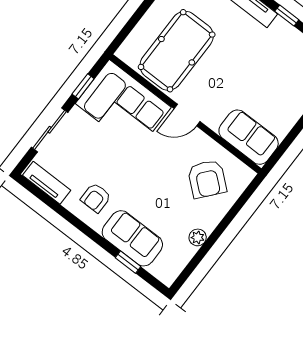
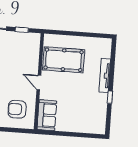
corner sofa: (123, 105) -> (25, 52), removed
armchair: (207, 179) -> (17, 109), turned 50

